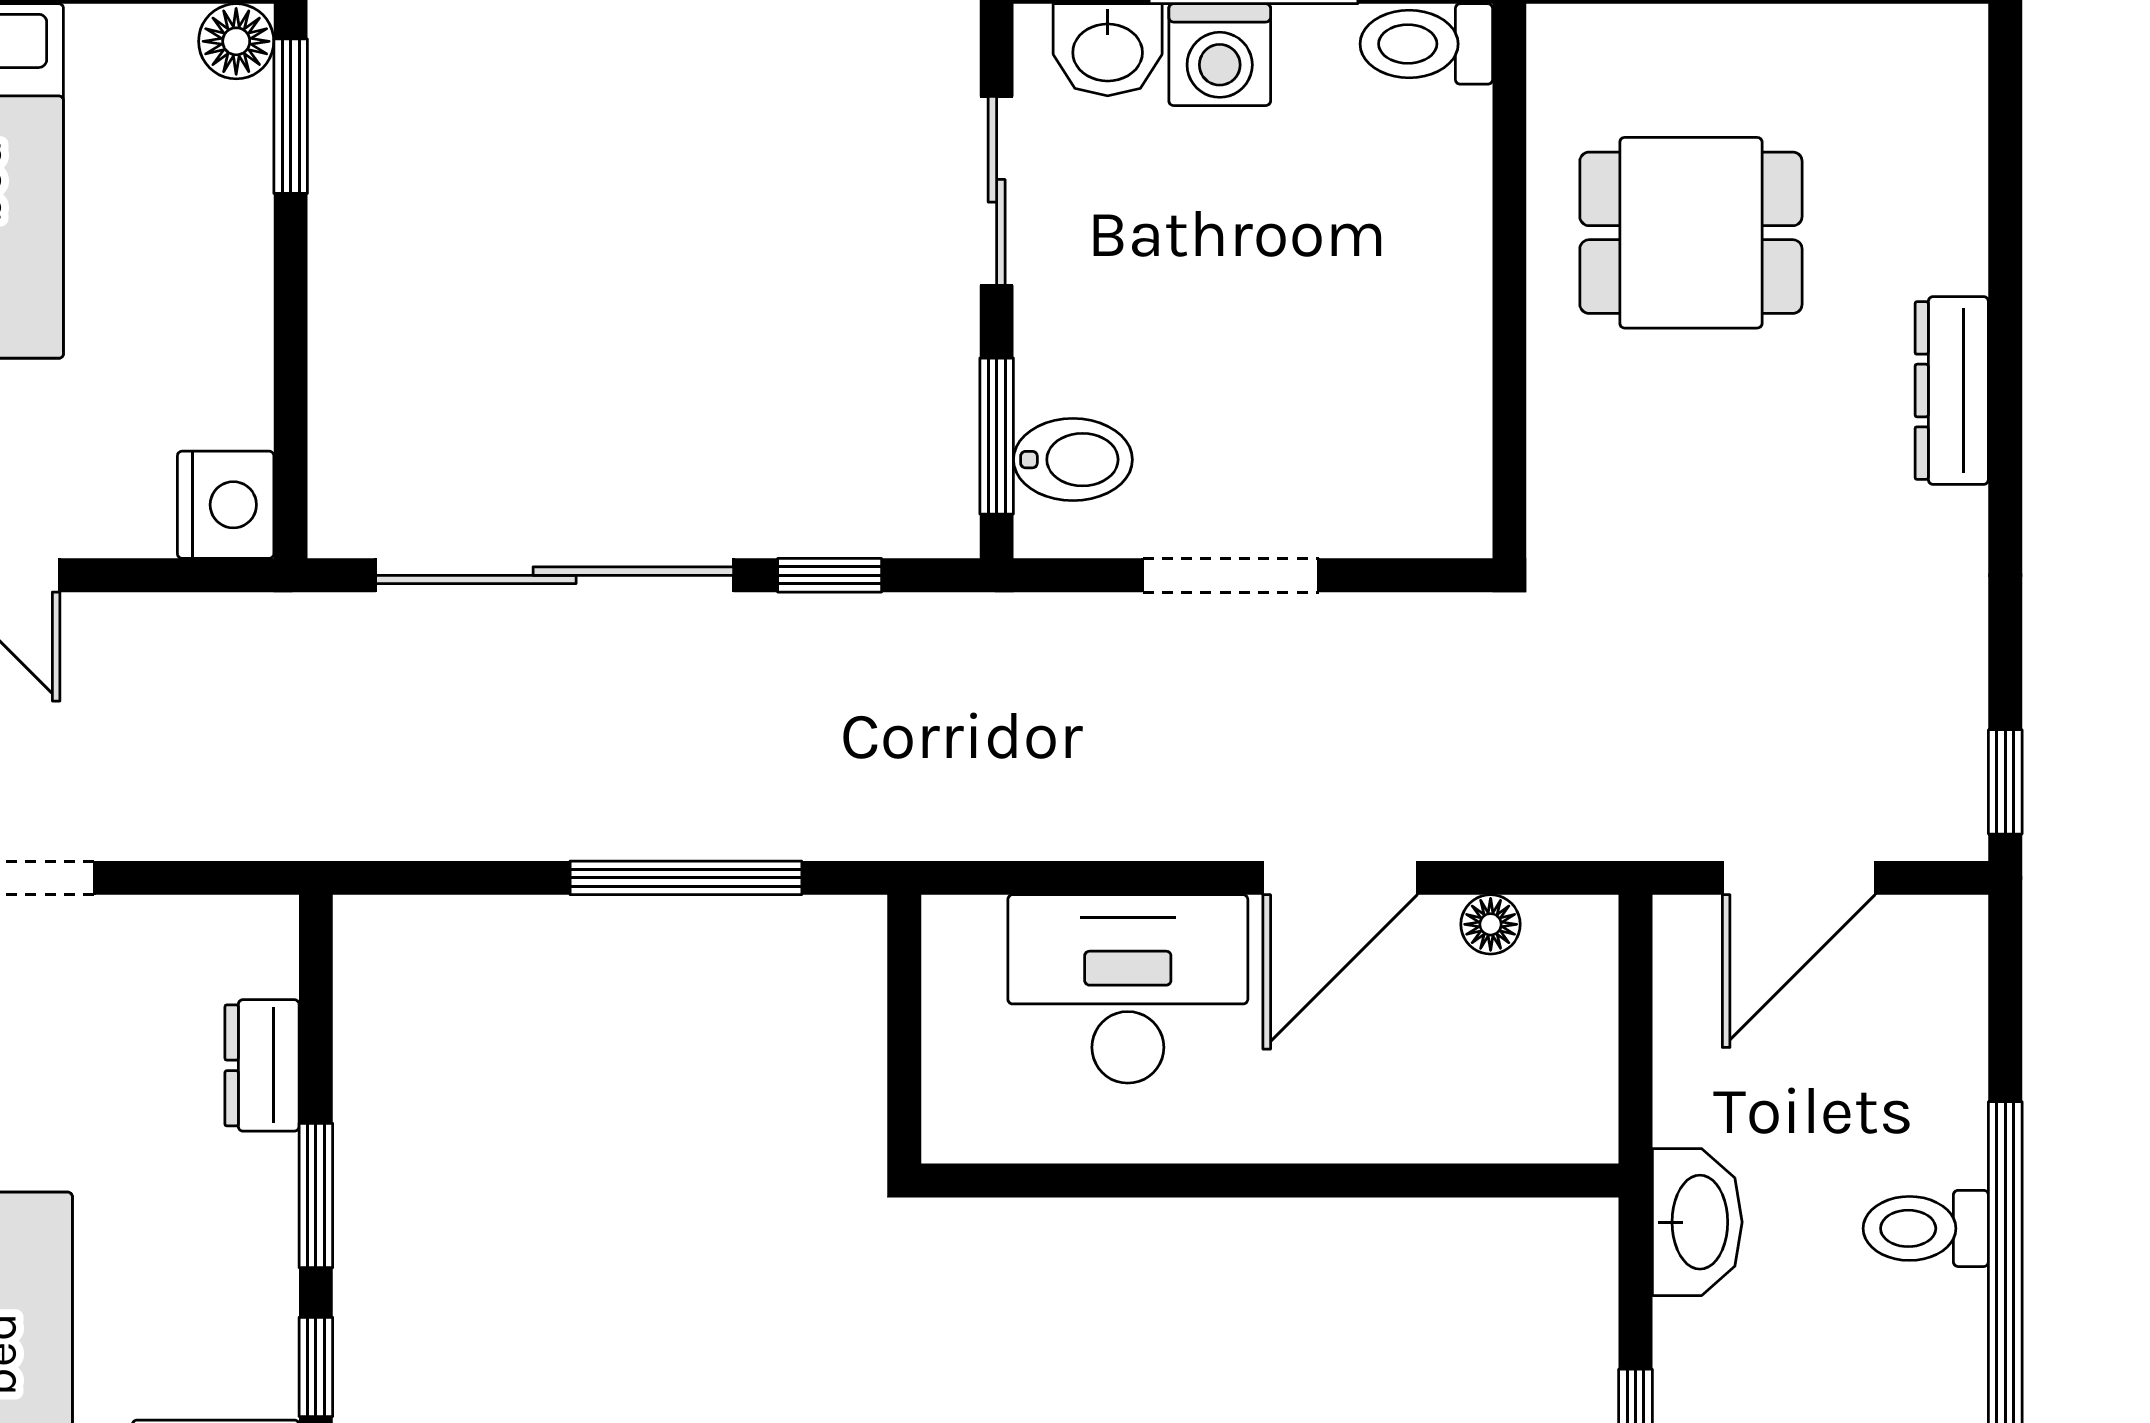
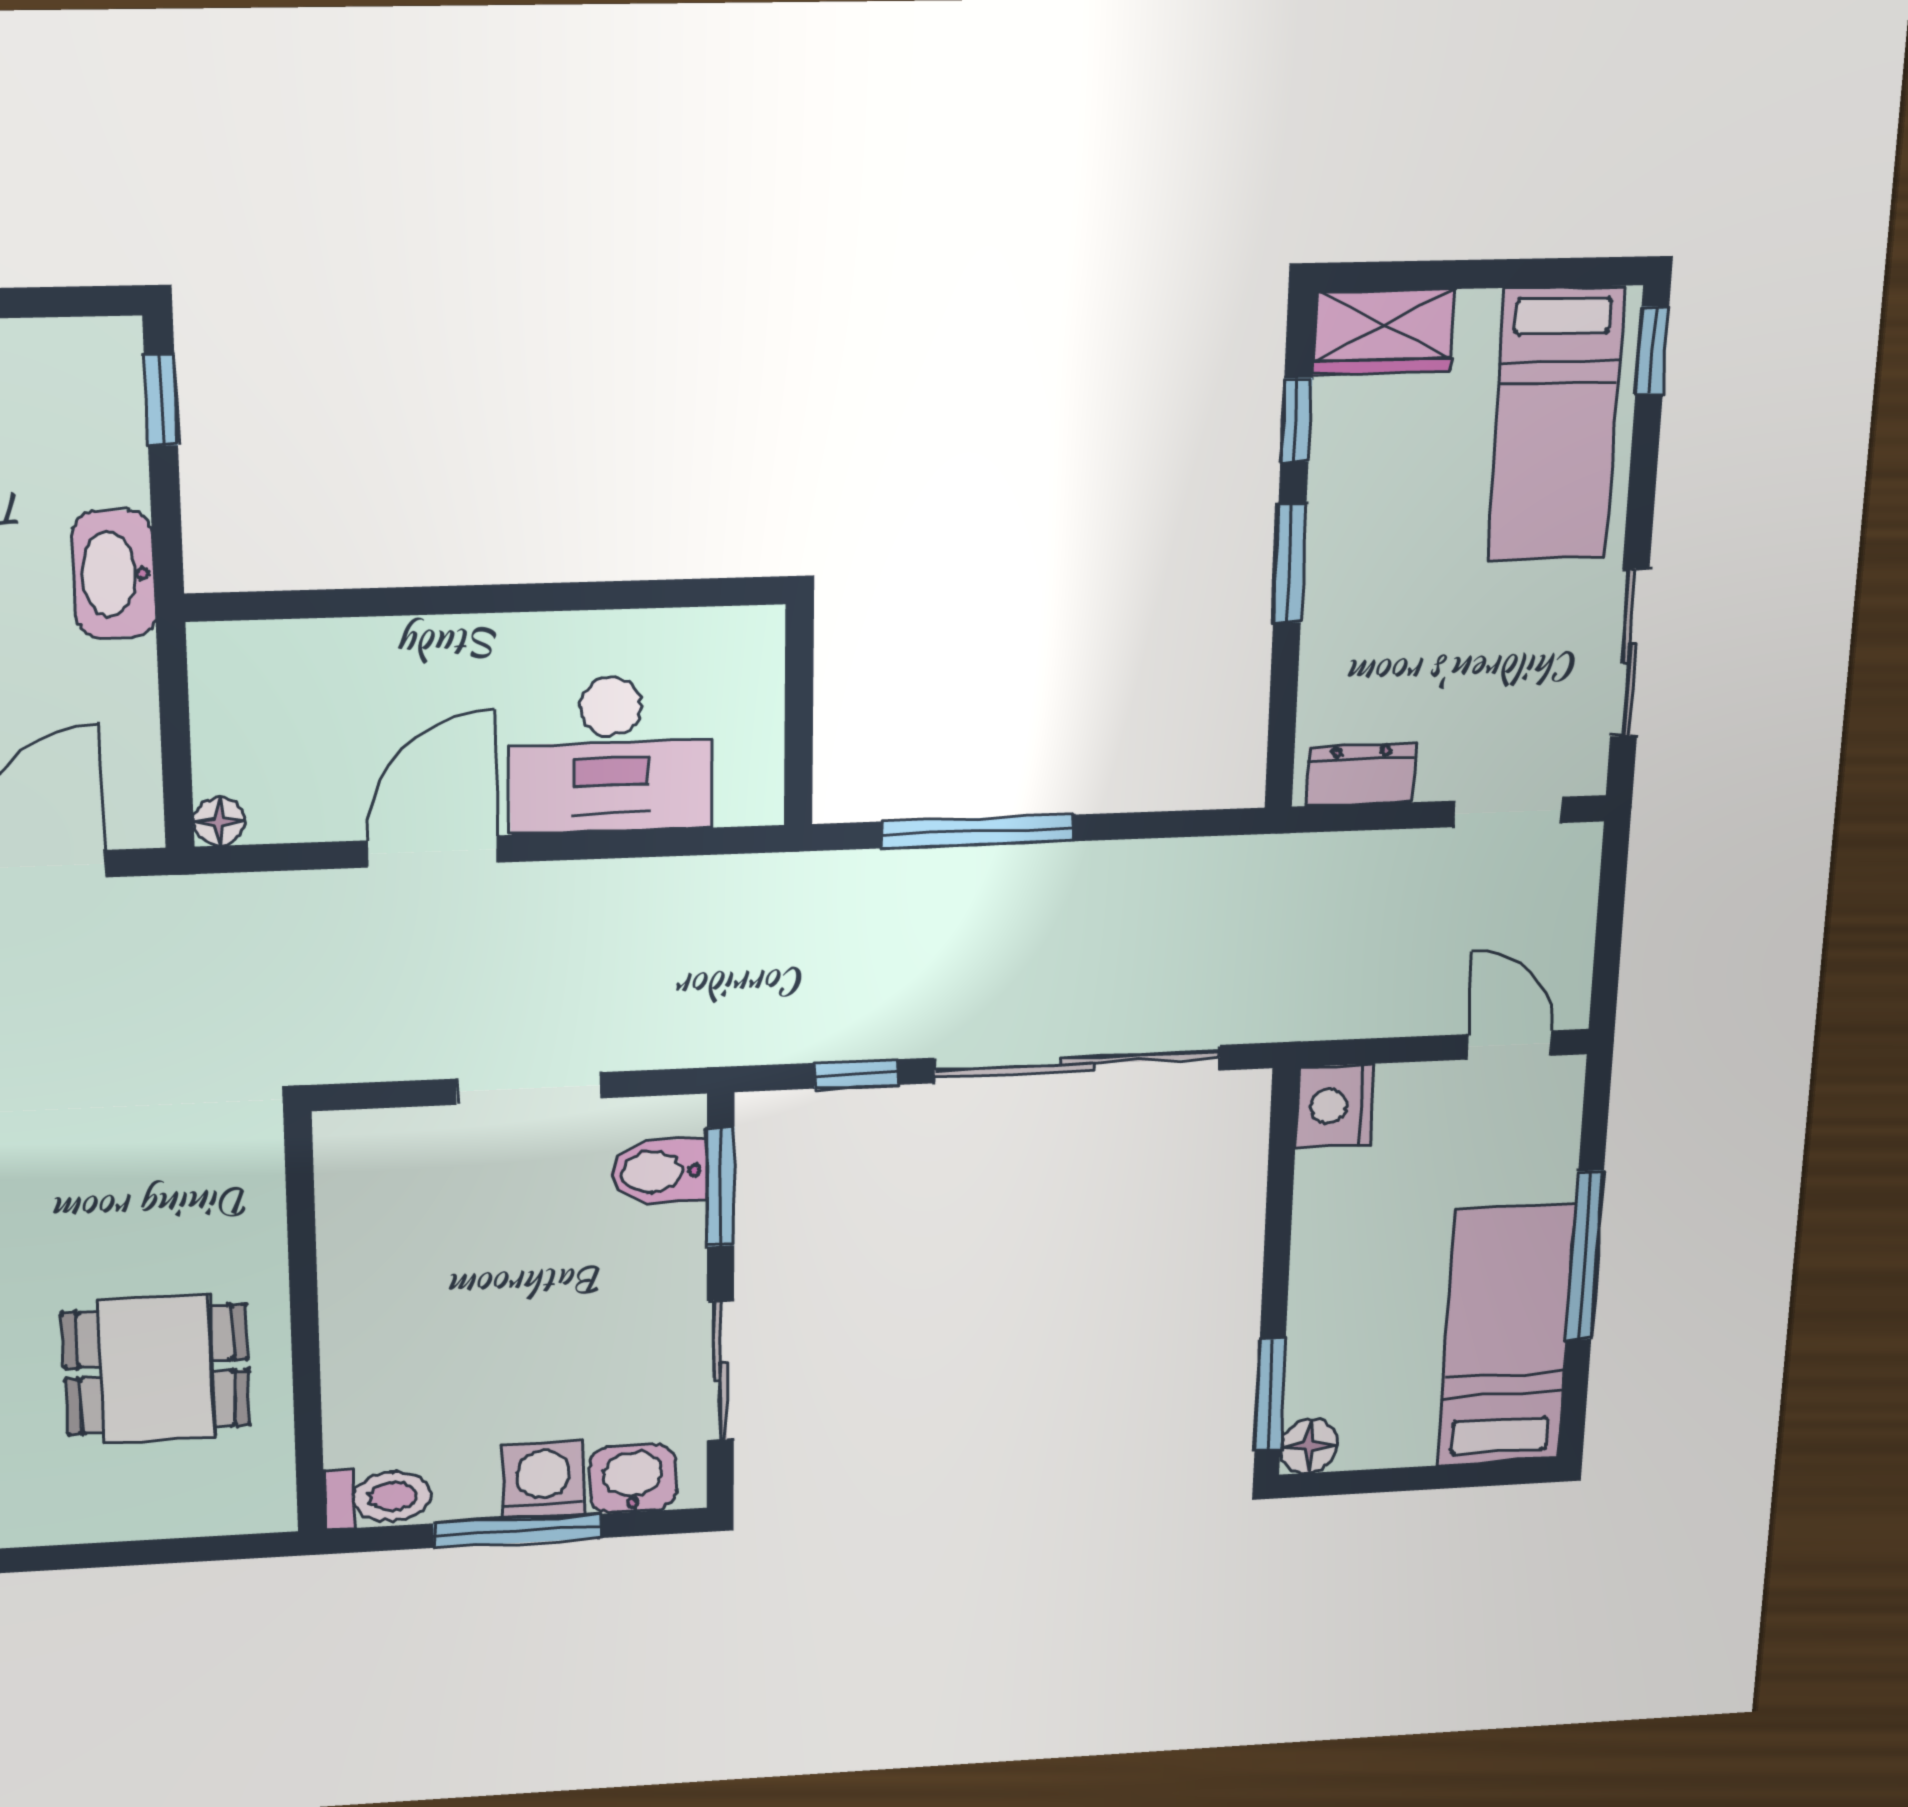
floor lamp: (1491, 924) -> (219, 821), moved
dresser: (262, 1065) -> (1360, 775), moved, turned -90

